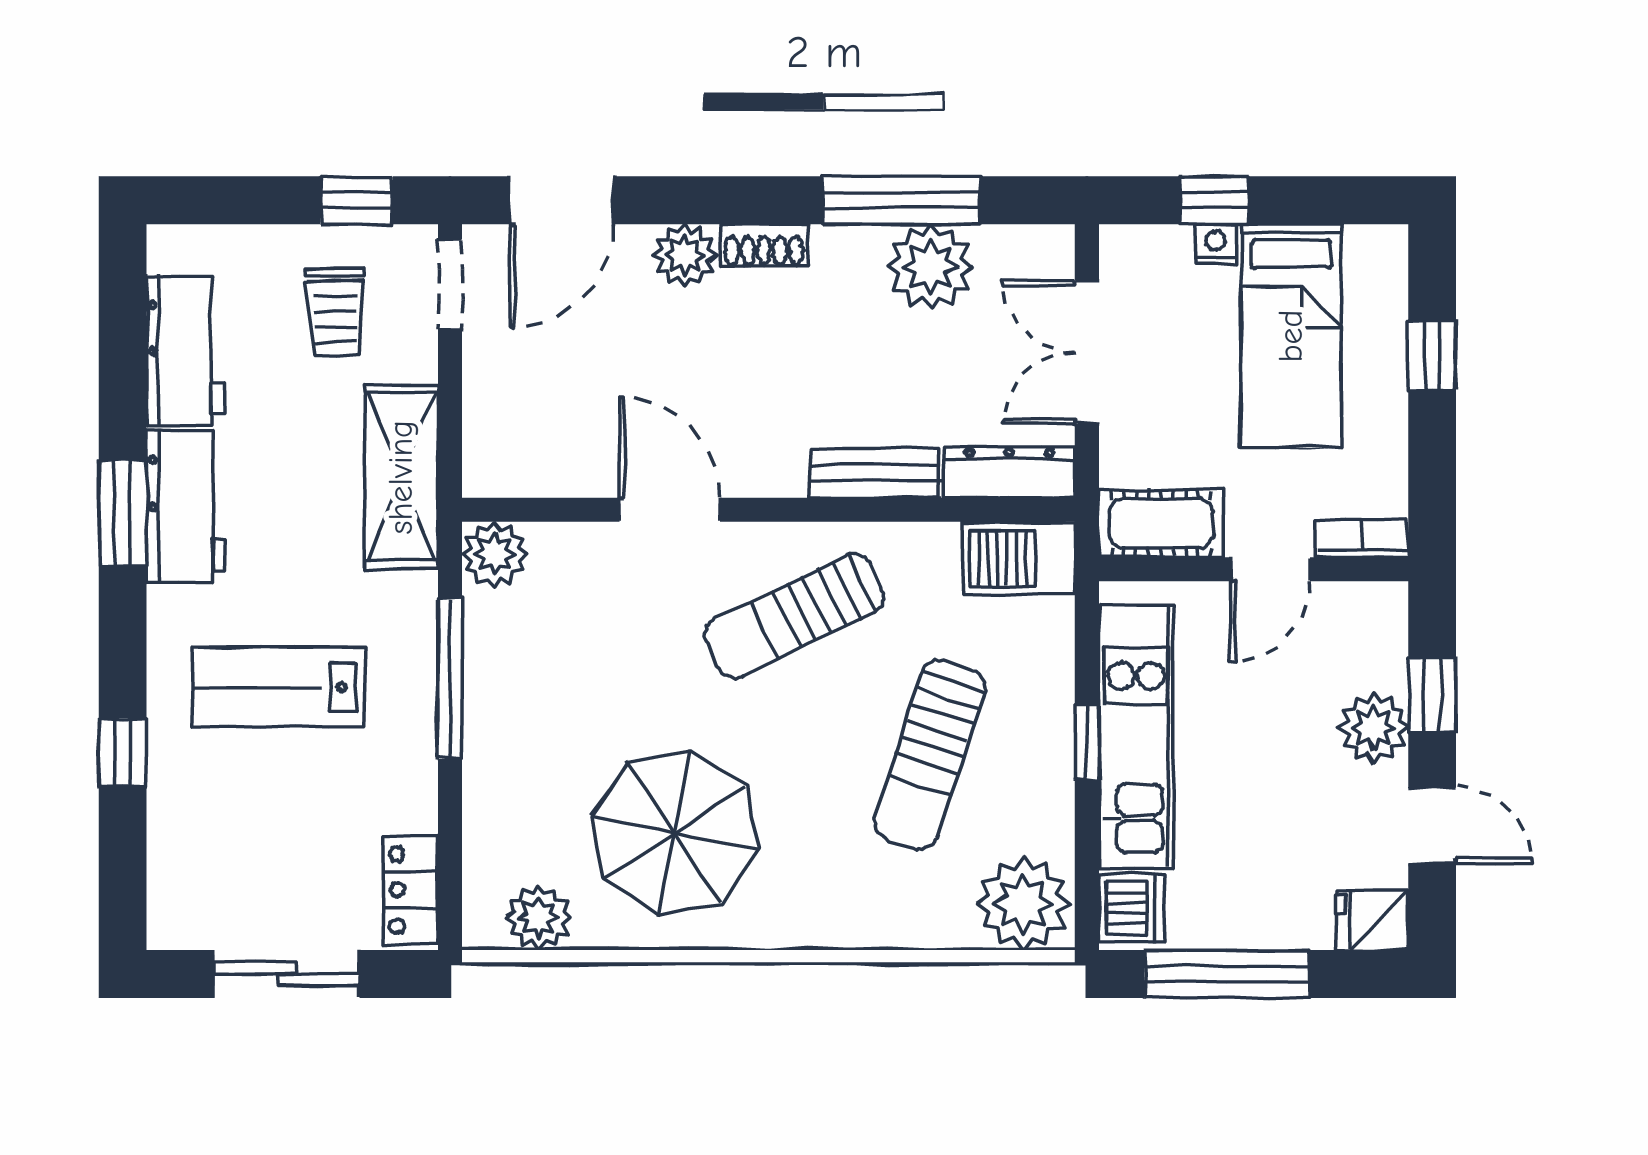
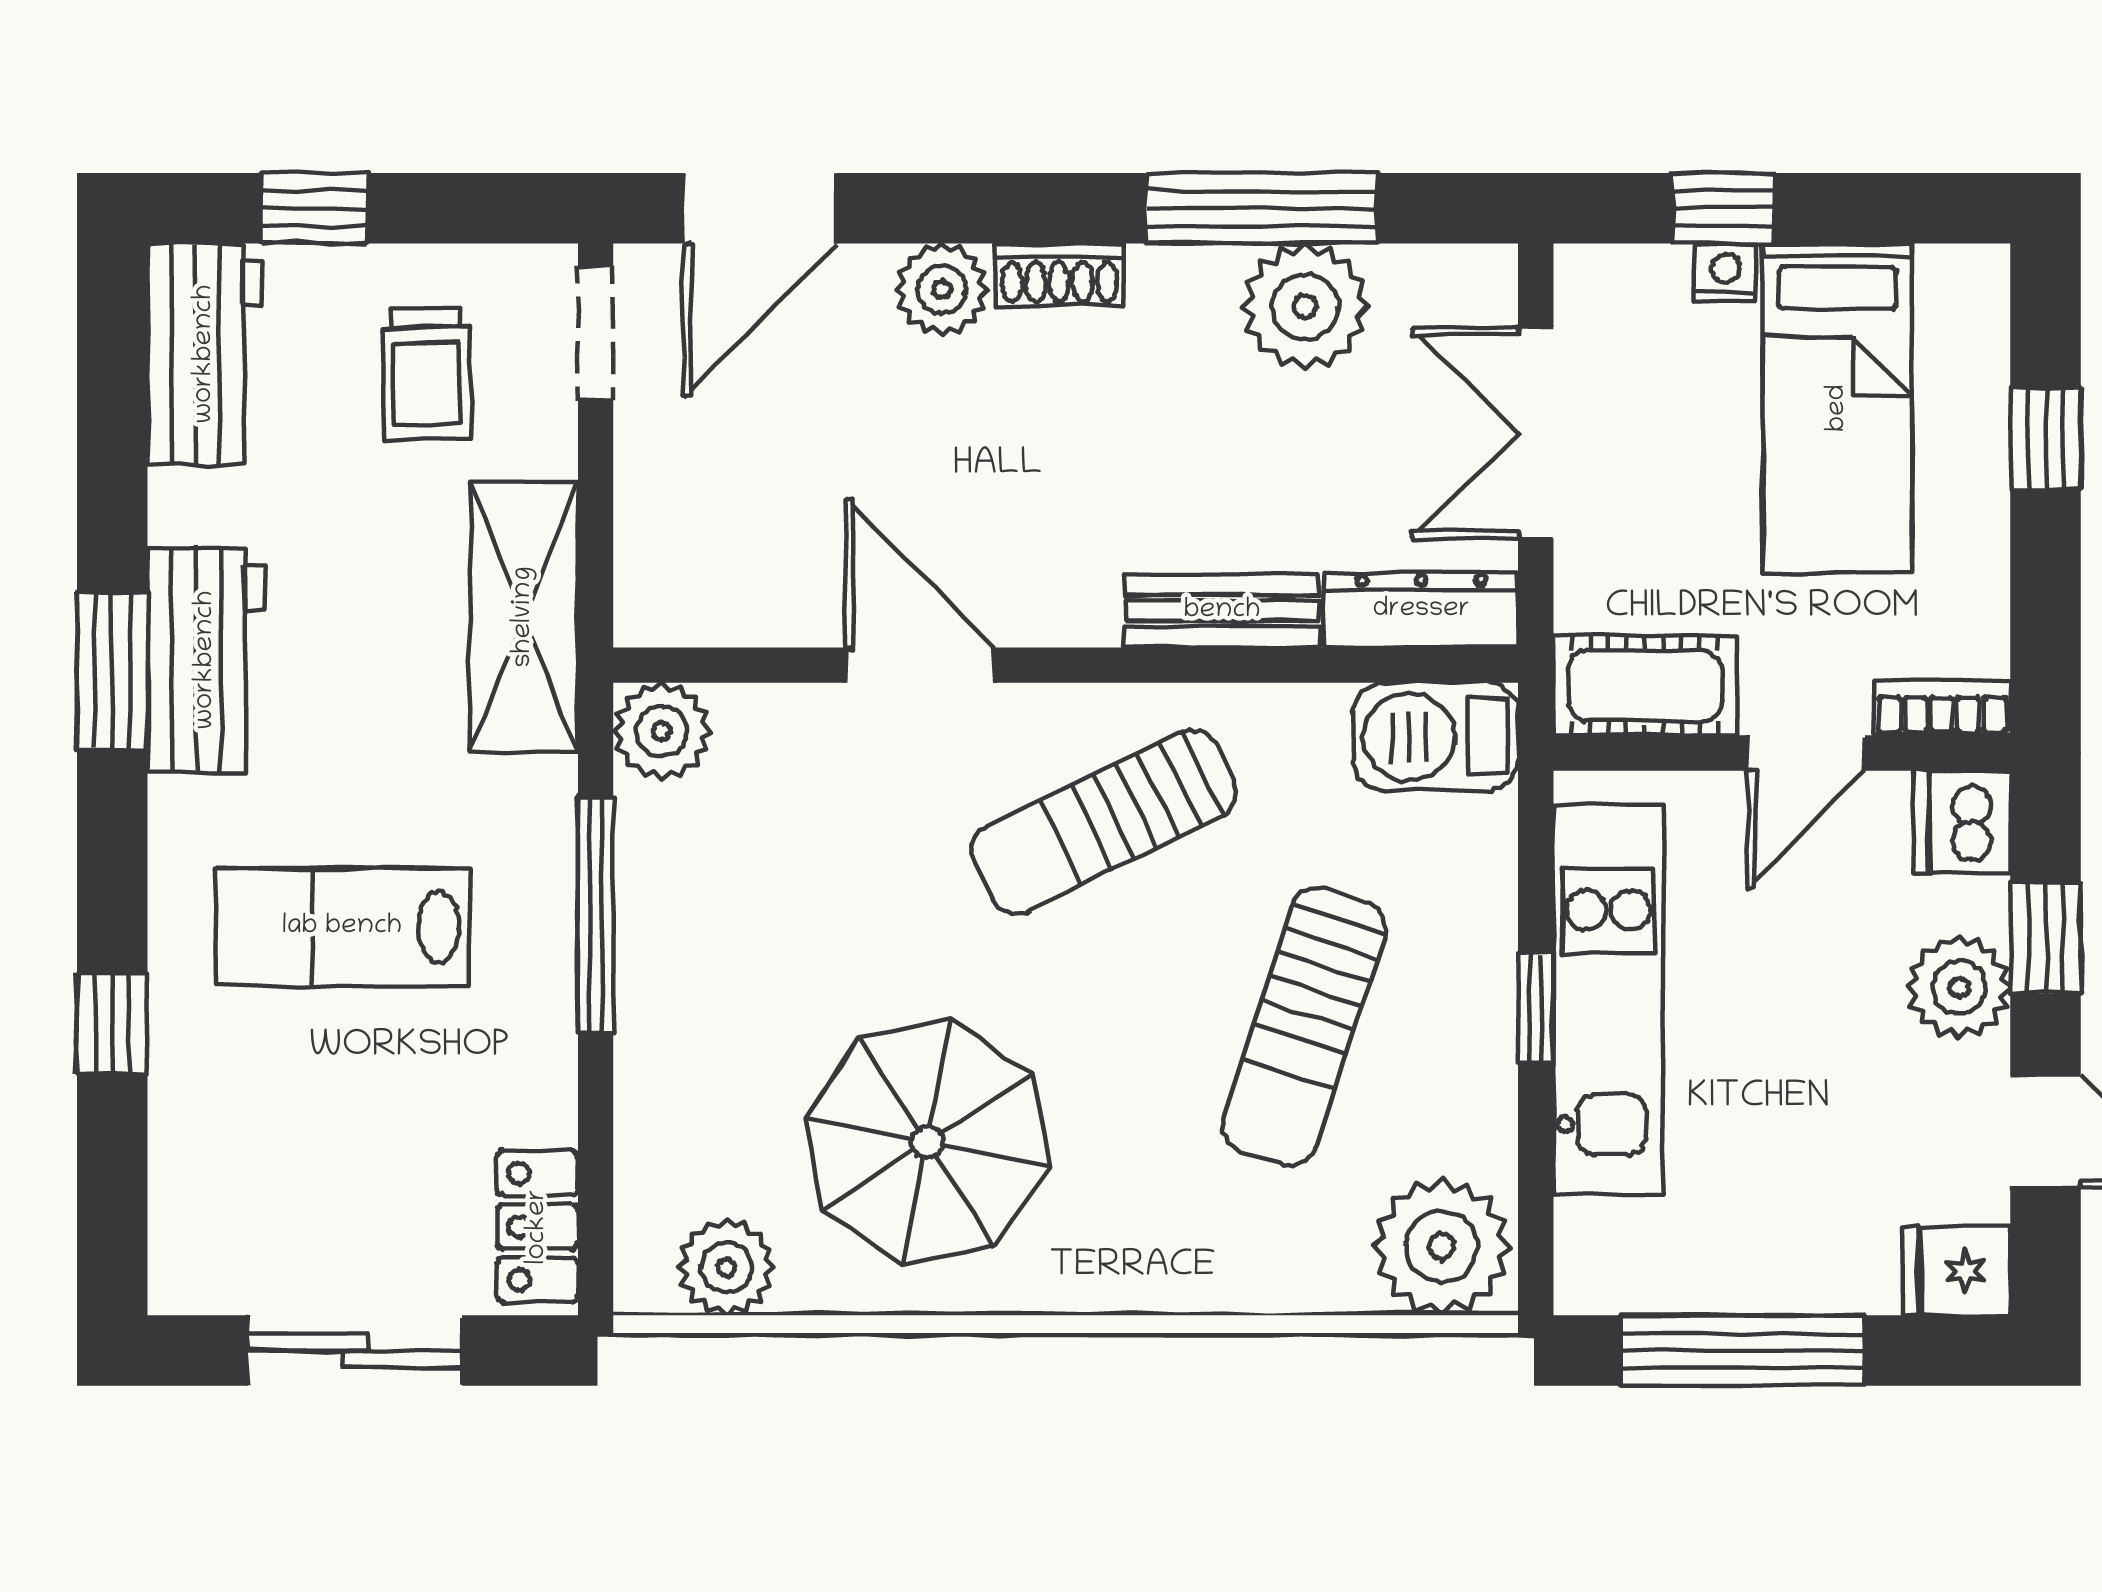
window: (357, 200) -> (314, 208), moved
workbench: (185, 350) -> (205, 354), moved
dishwasher: (1131, 908) -> (1962, 822), moved, turned 180

